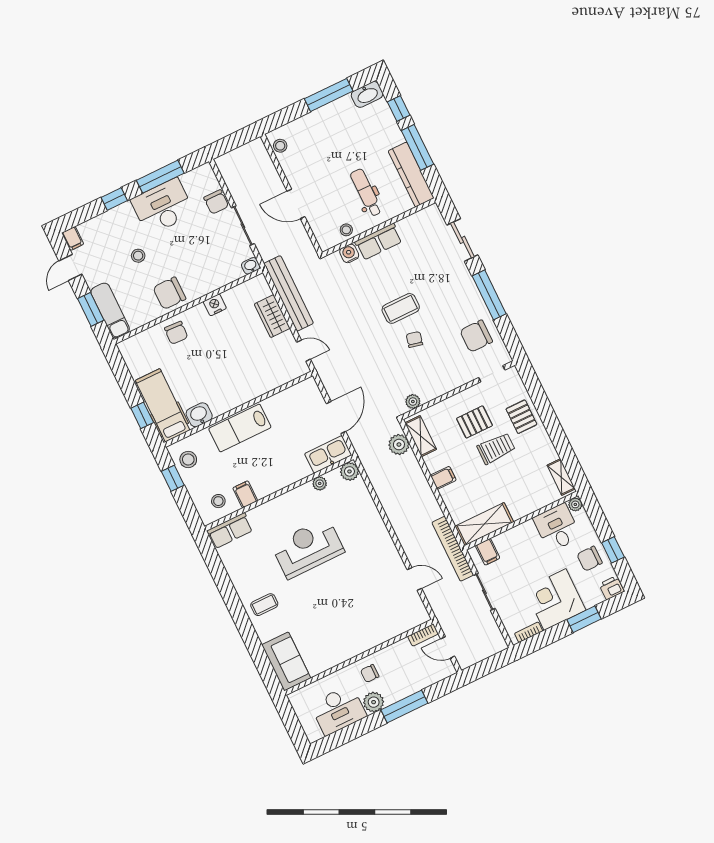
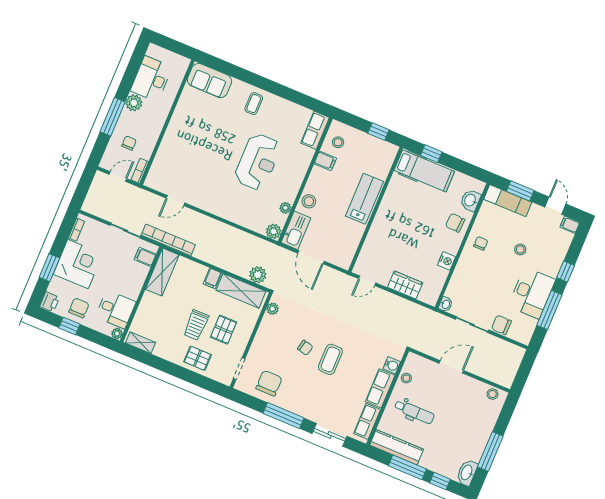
row of seats: (417, 222) -> (367, 421), added
chair: (169, 293) -> (481, 243), width x0.54, depth x0.54
bench: (289, 293) -> (407, 308), removed
washbasin: (199, 415) -> (470, 200), moved, turned 180
shelving: (421, 436) -> (241, 291), width x1.50, depth x1.33
stool: (188, 460) -> (309, 201), moved
chair: (370, 673) -> (129, 143), moved

